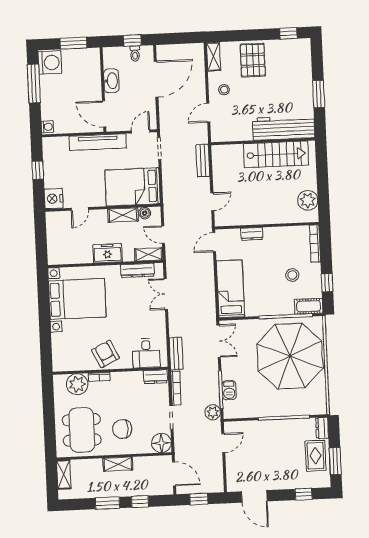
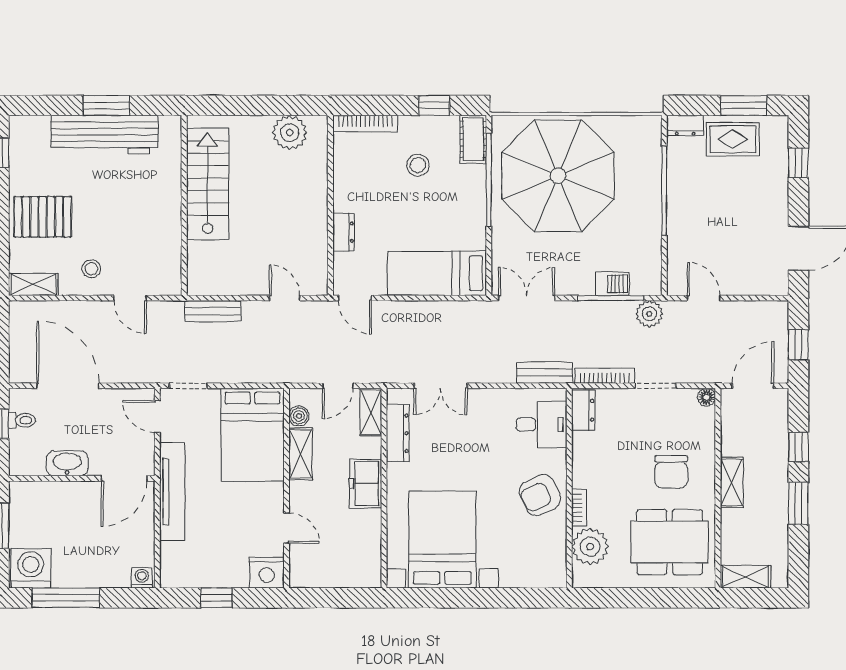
workbench: (284, 128) -> (105, 135), moved, turned -90
floor lamp: (161, 443) -> (707, 397), width x0.53, depth x0.53

